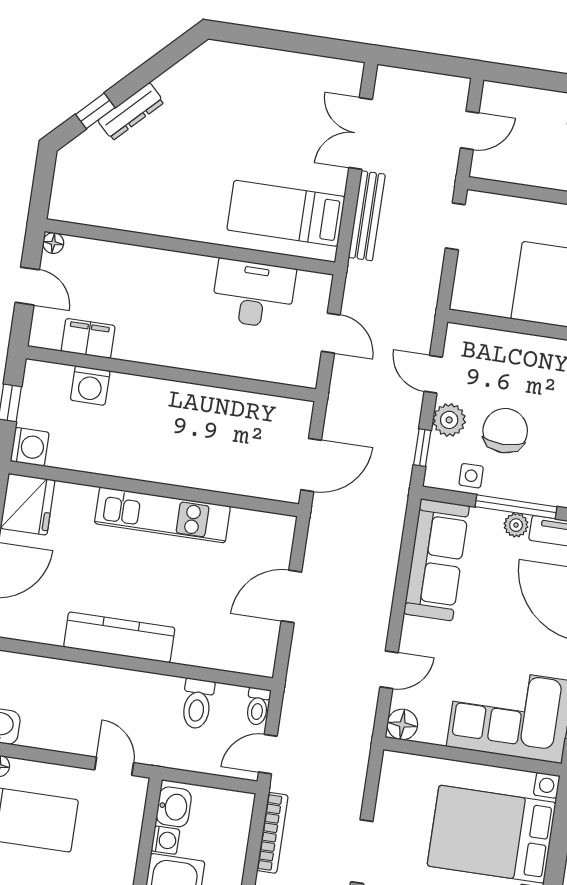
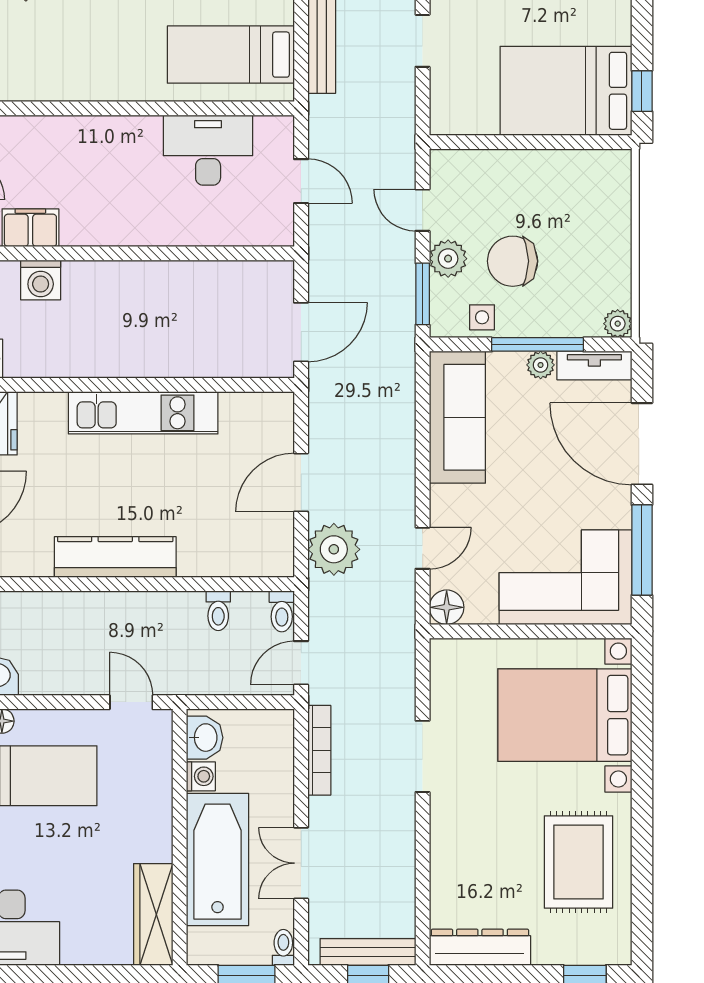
chair: (505, 431) -> (513, 261), turned -90
window: (422, 448) -> (423, 294), width x1.50
plant: (311, 659) -> (334, 549), added
toilet: (197, 704) -> (218, 611), width x0.73, depth x0.72

